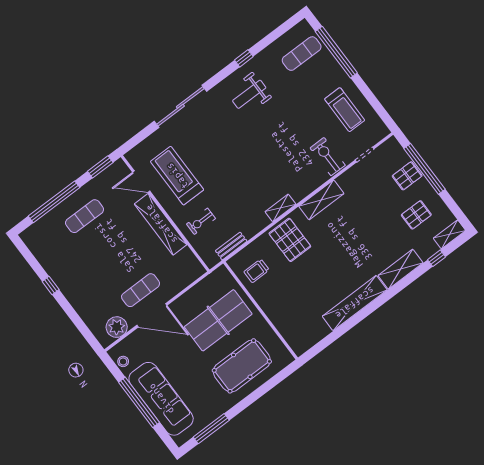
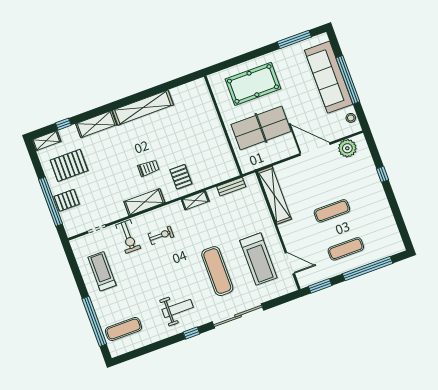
window: (244, 58) -> (191, 333), moved
exercise mat: (218, 149) -> (217, 271), added
shelving: (281, 208) -> (195, 200), moved
pallet: (416, 215) -> (69, 165), width x1.50, depth x1.42
exercise bike: (201, 221) -> (161, 235), moved
shelving: (161, 224) -> (274, 195), moved
pallet: (290, 240) -> (181, 177), width x0.67, depth x0.71
trolley: (257, 271) -> (148, 168), moved
window: (51, 285) -> (382, 174), moved
exercise mat: (141, 290) -> (332, 211), moved

